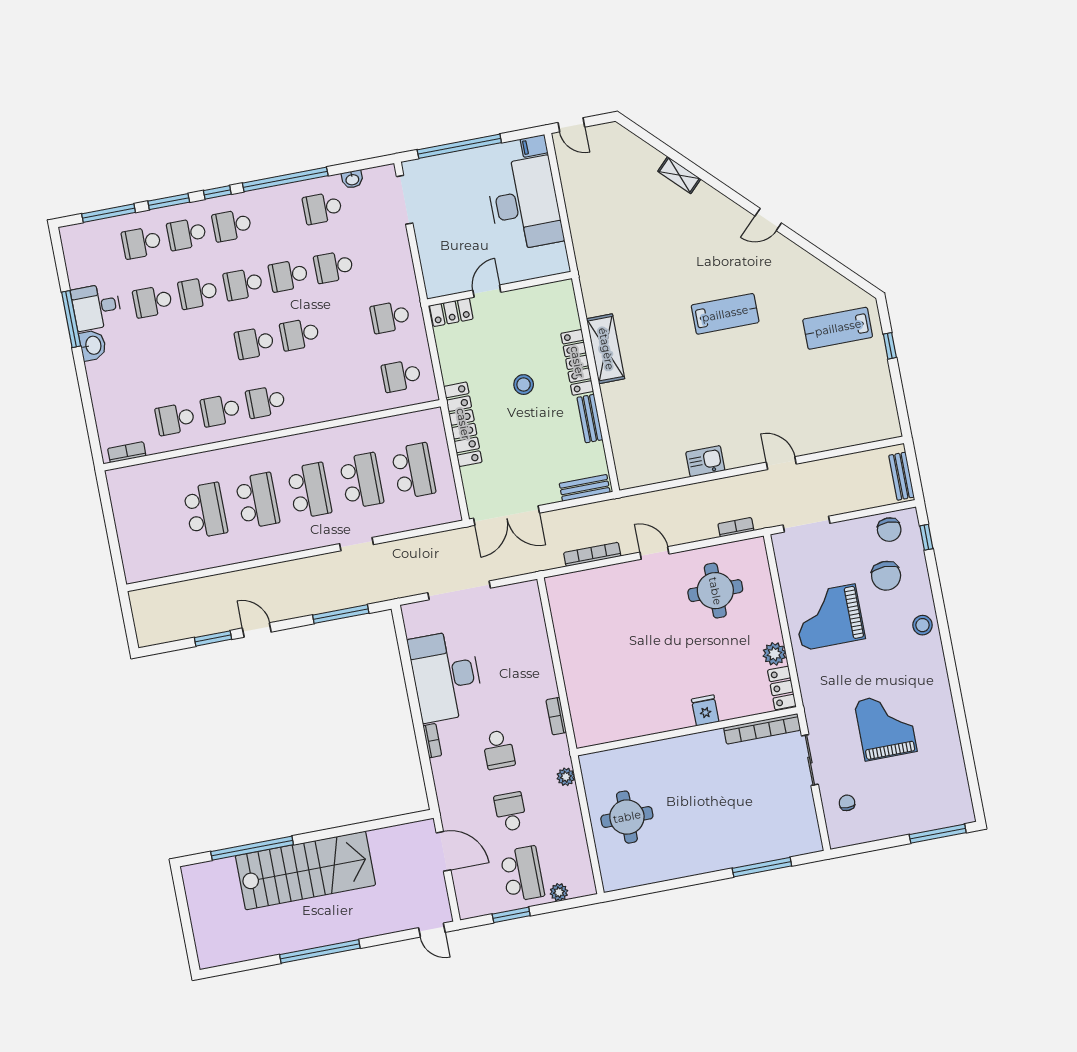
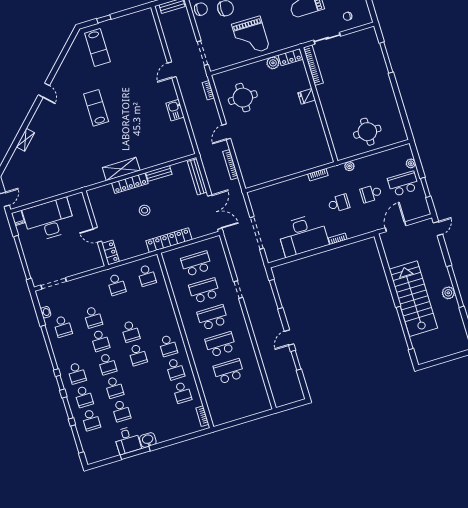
bench: (585, 488) -> (197, 177), width x1.36
plant: (309, 937) -> (448, 293), added

